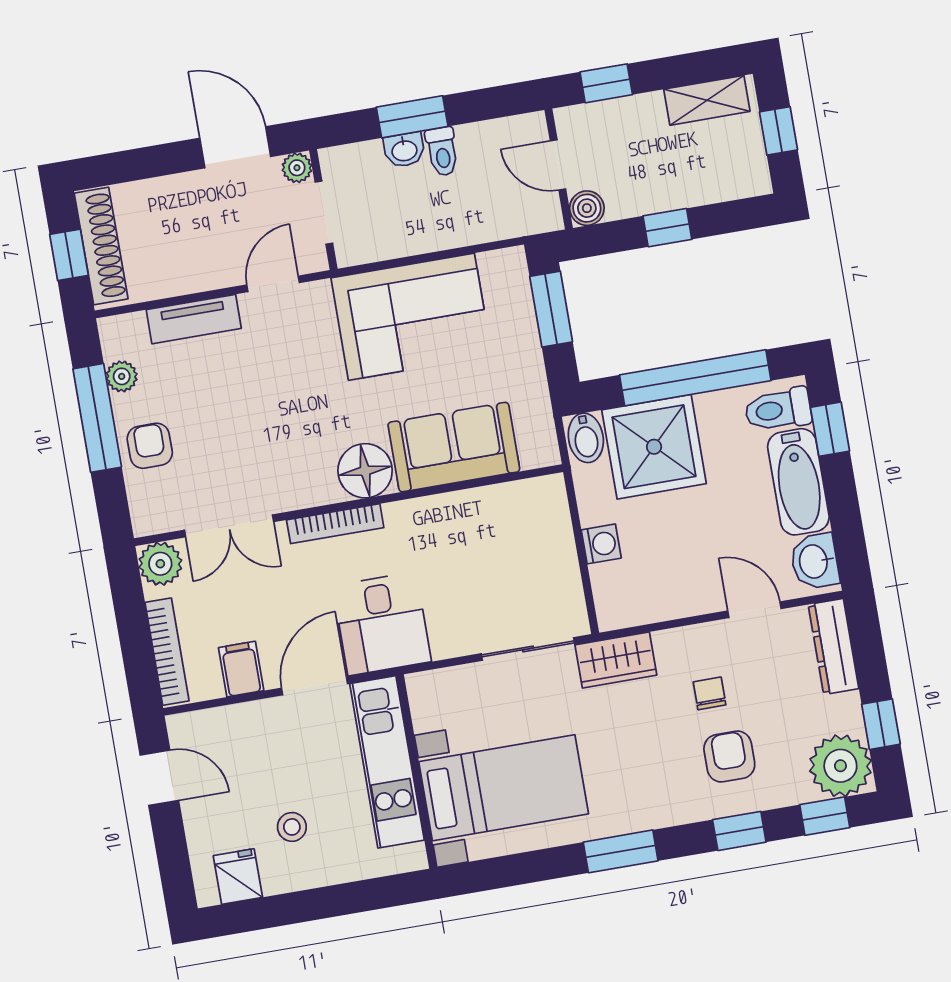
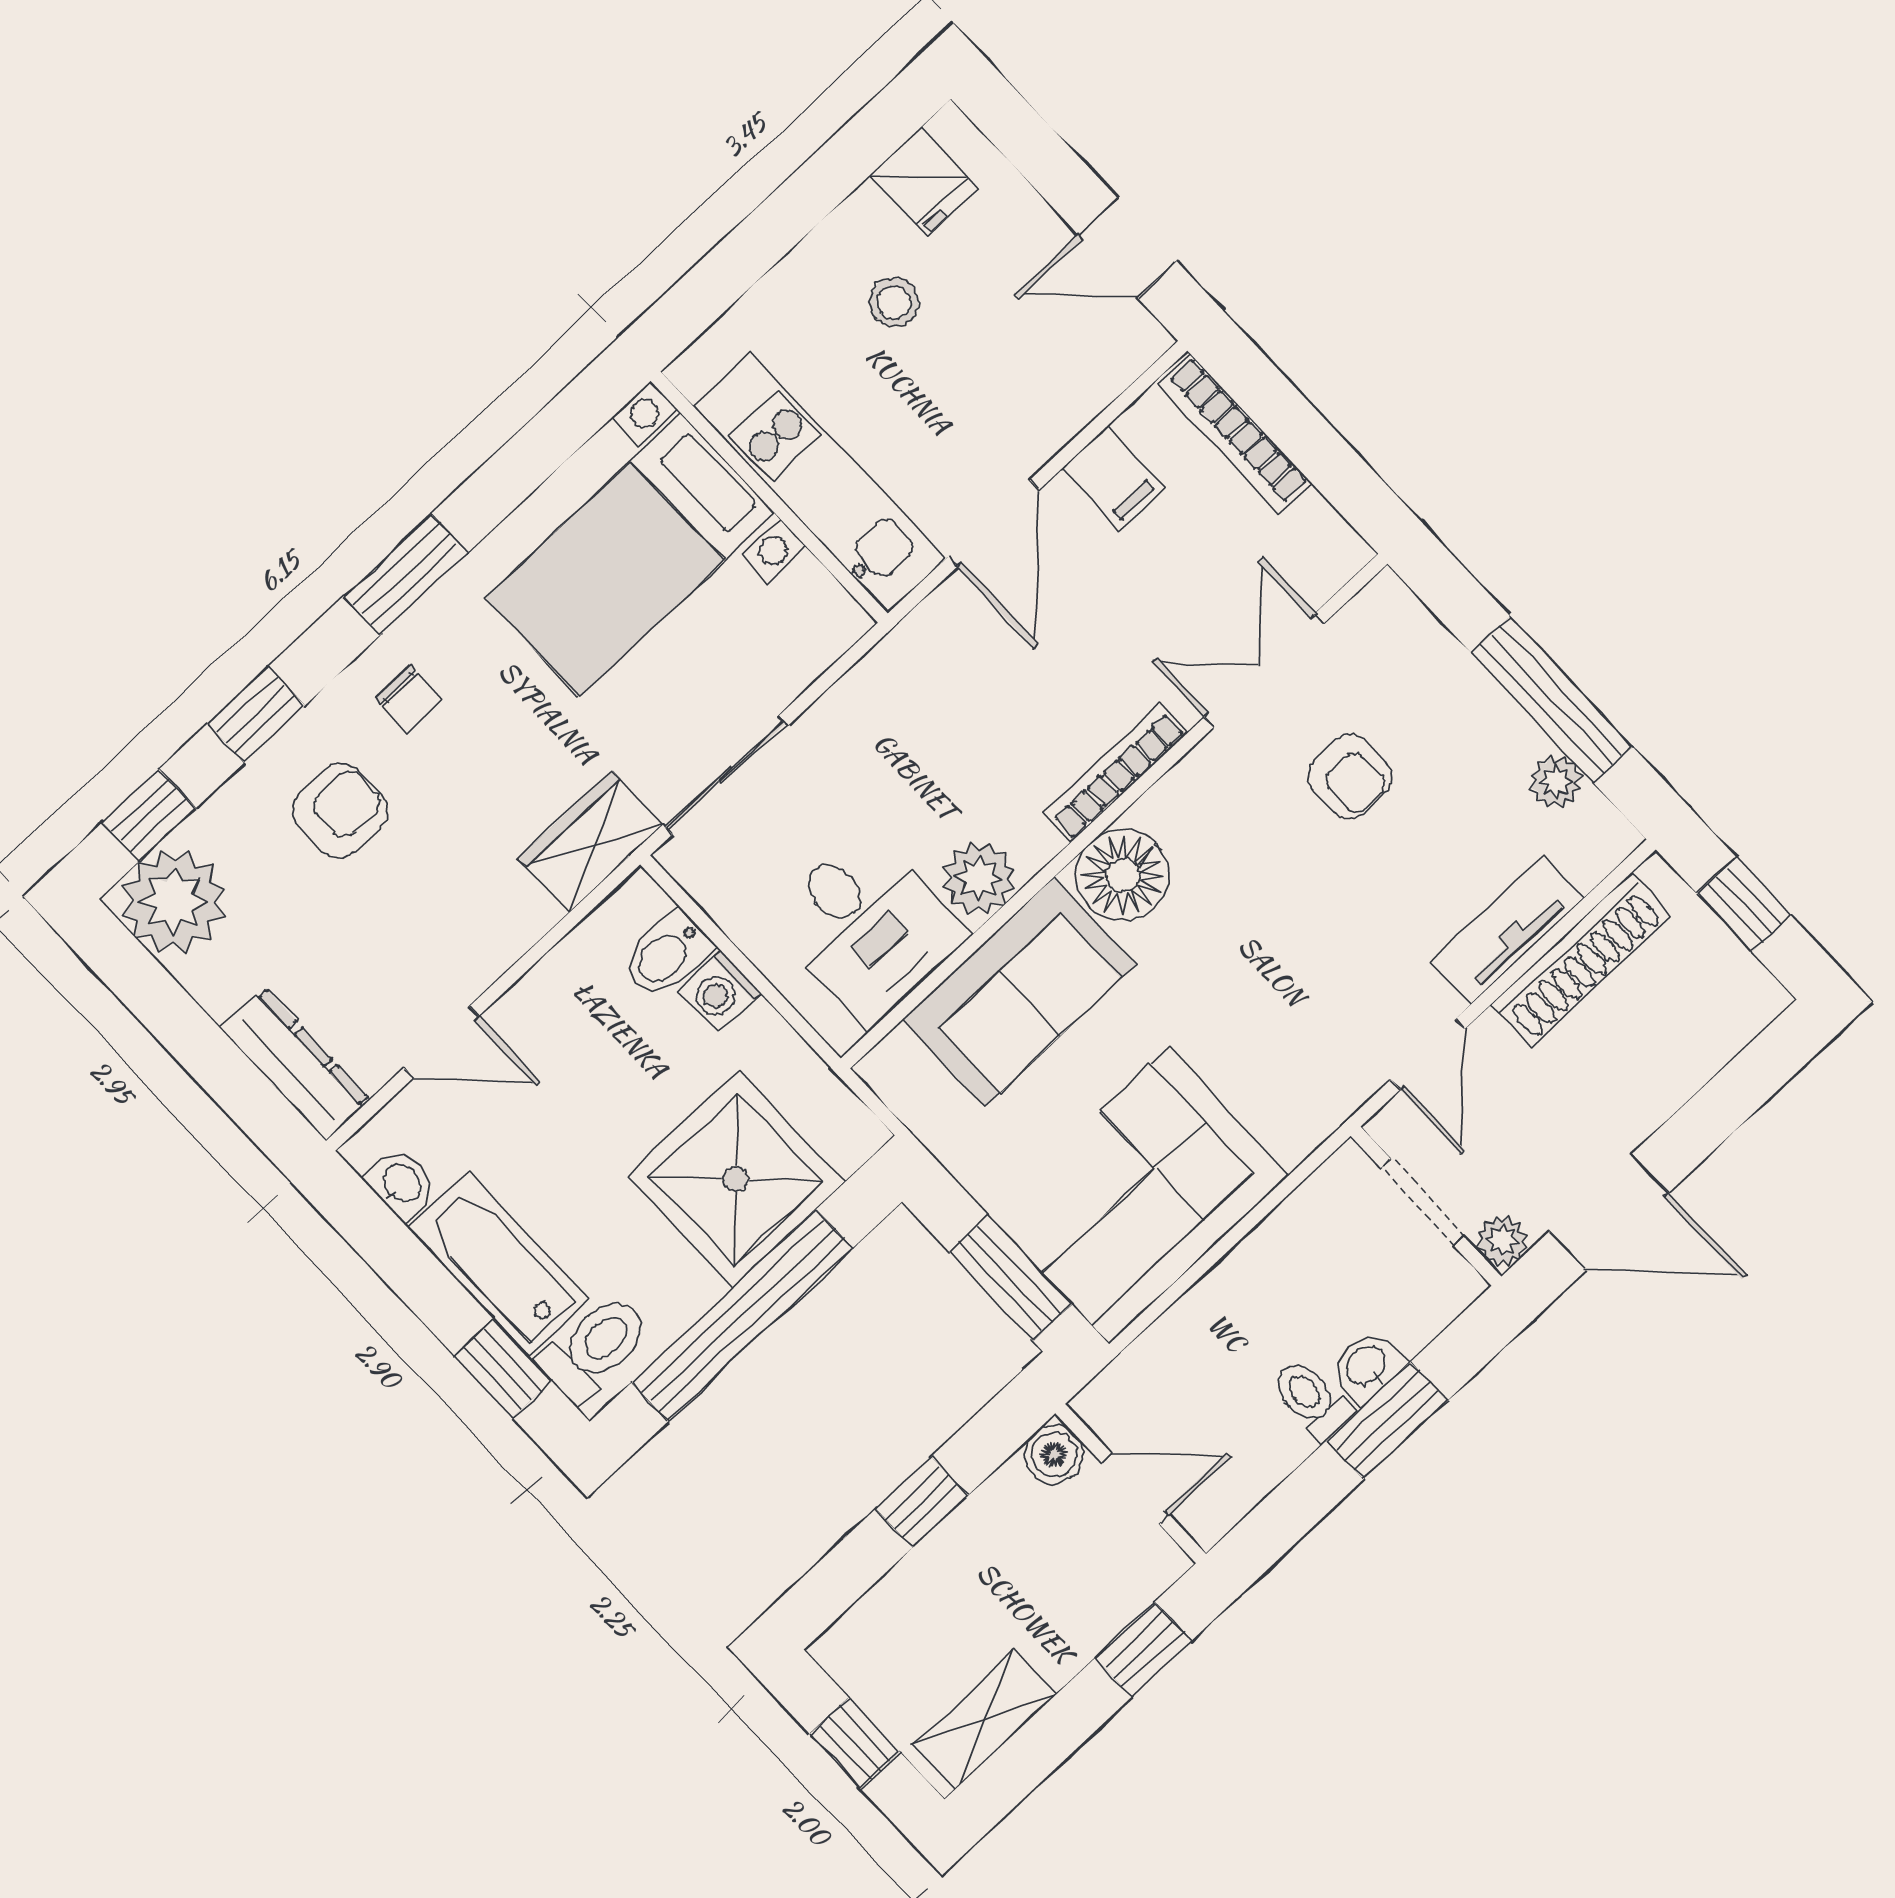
shoe rack: (101, 246) -> (1581, 960), moved, turned -90
corner sofa: (411, 317) -> (1139, 1195), moved
bidet: (586, 438) -> (667, 954), moved, turned -90
armchair: (150, 446) -> (1350, 776), moved
washbasin: (815, 561) -> (401, 1184), width x0.72, depth x0.69
plant: (160, 564) -> (979, 878), moved
desk: (382, 624) -> (867, 927), moved, turned 180
chair: (710, 693) -> (409, 699), moved
window: (881, 724) -> (155, 998), removed
armchair: (729, 757) -> (340, 811), turned -90

